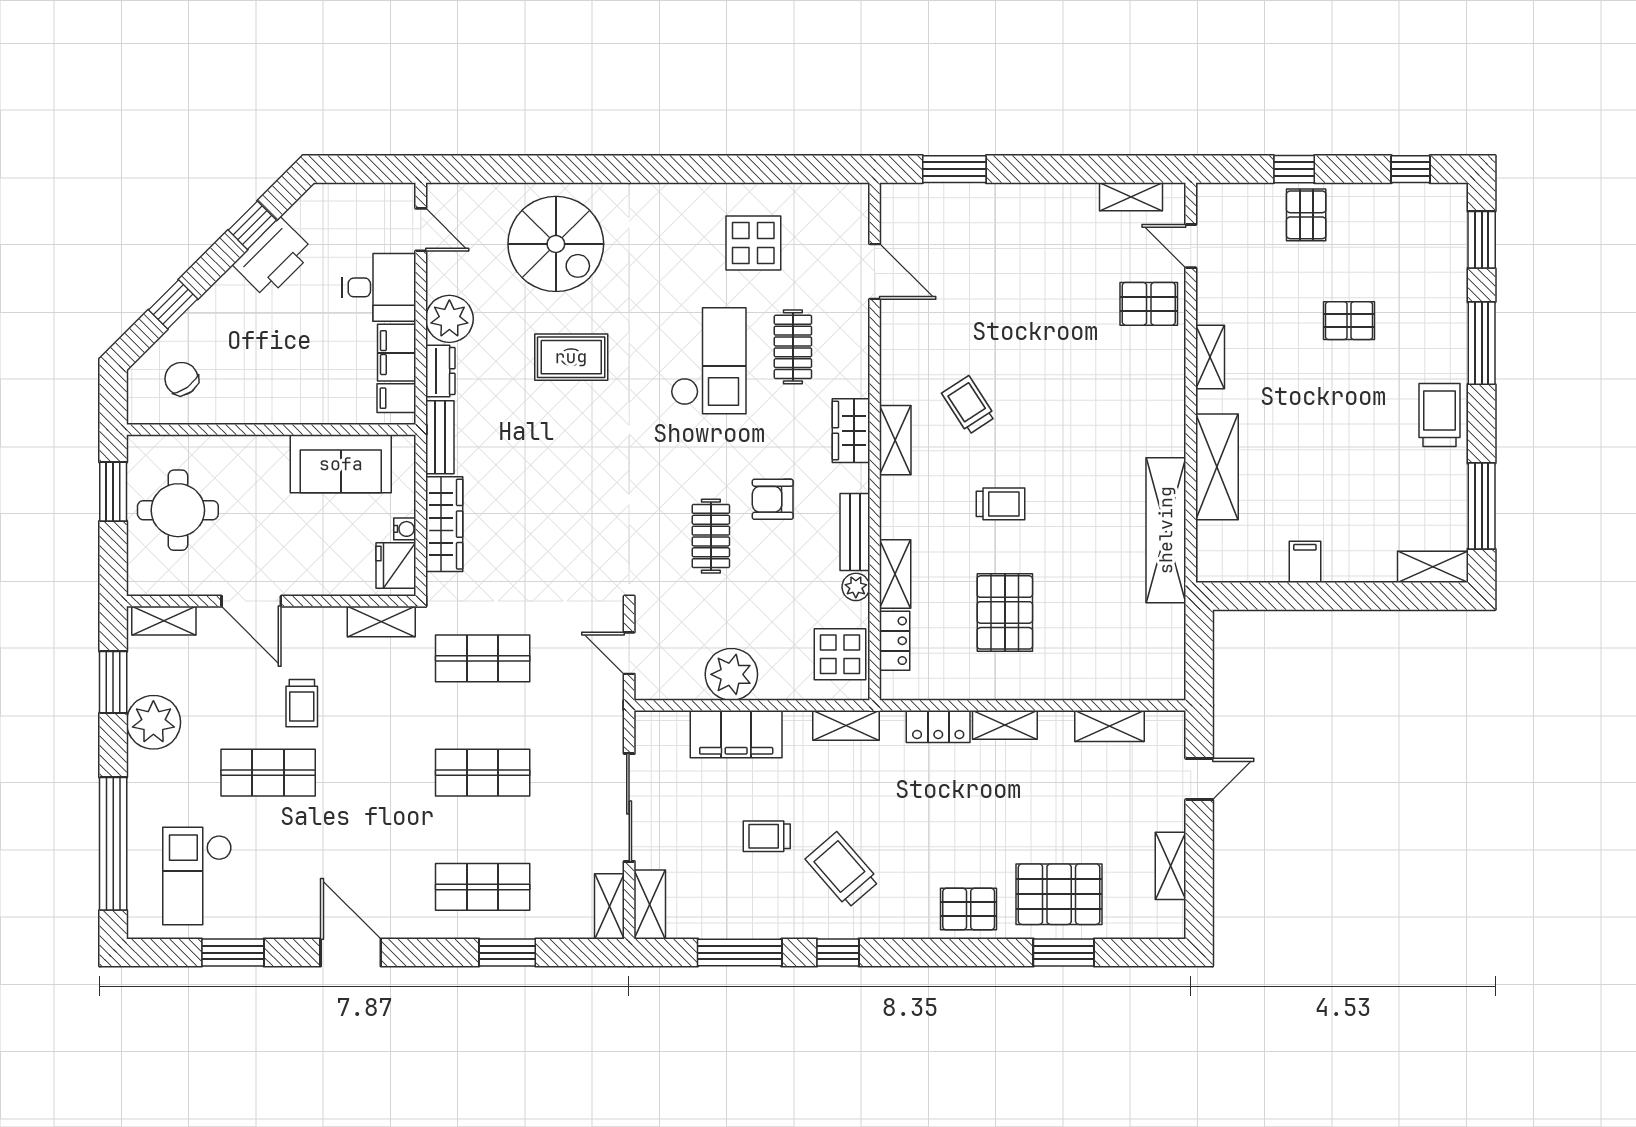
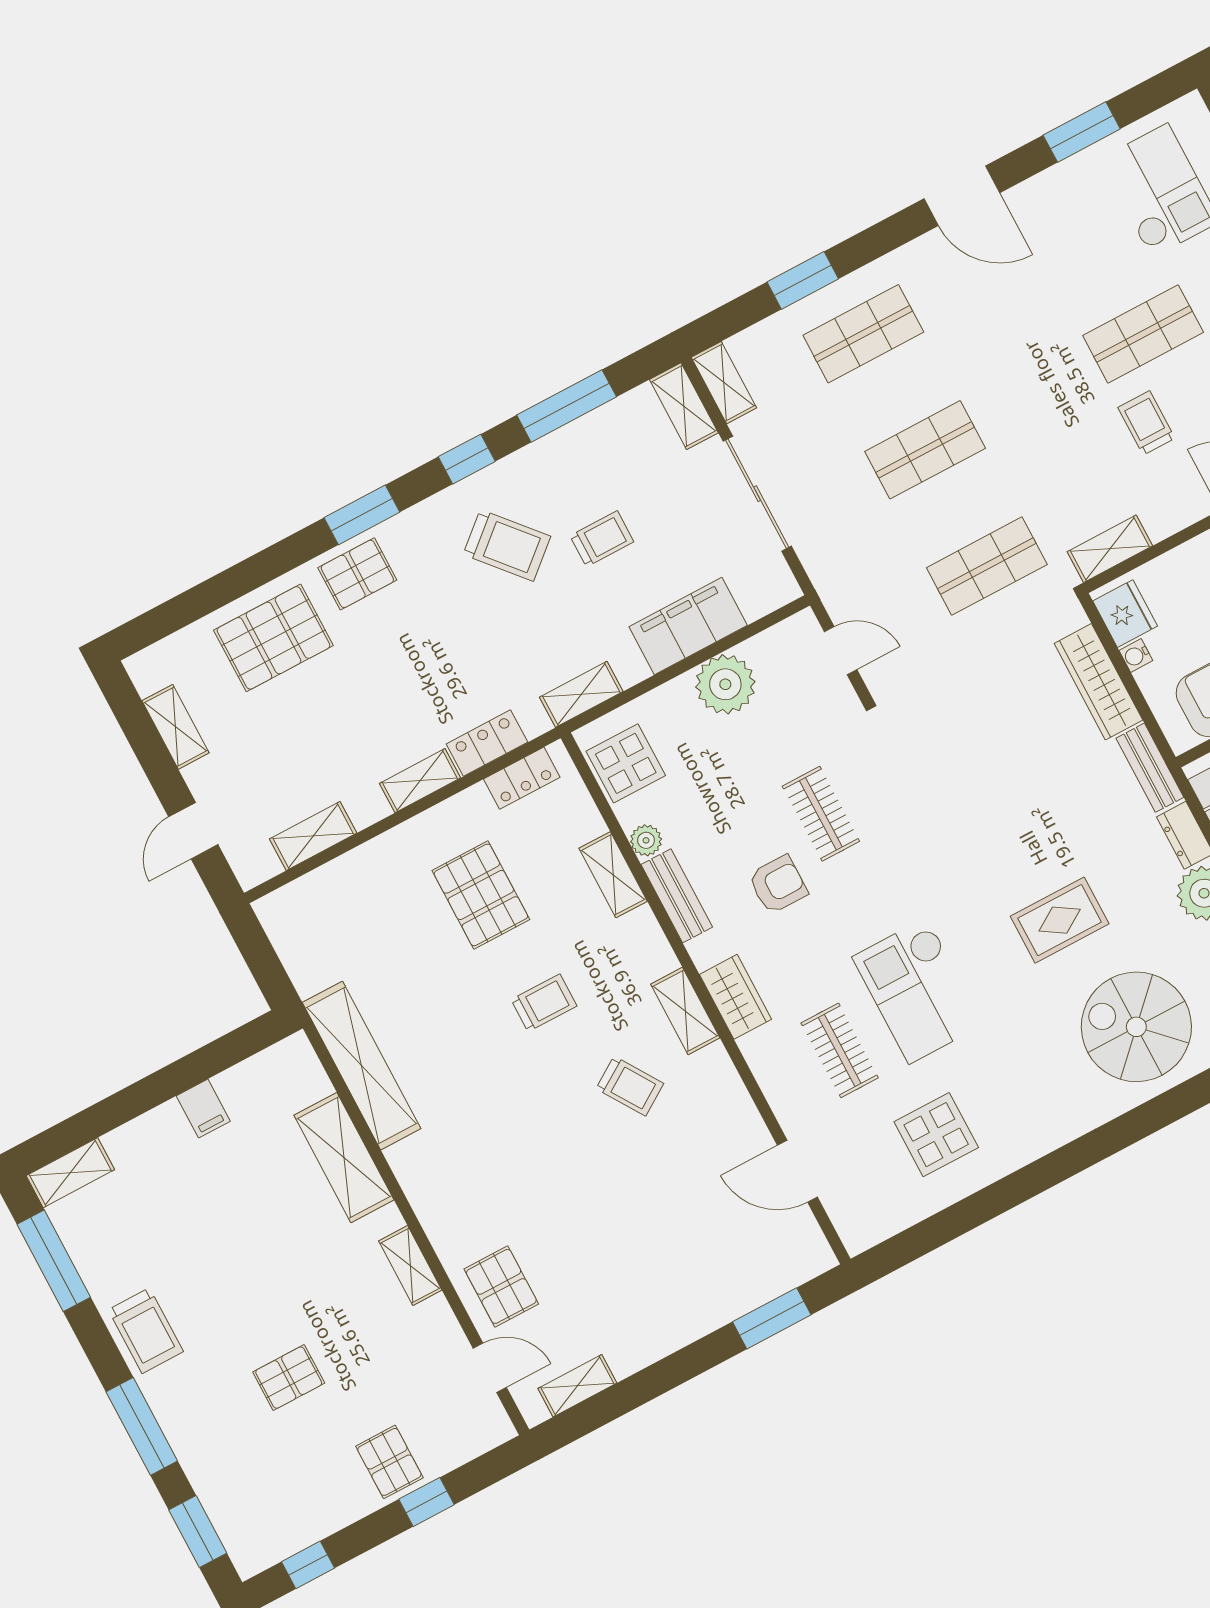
pallet: (1149, 304) -> (501, 1286), turned 90
trolley: (1000, 504) -> (544, 1003), turned 180
locker: (895, 641) -> (522, 778), moved, turned -90
window: (1064, 953) -> (362, 515), moved

